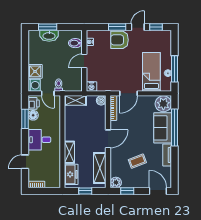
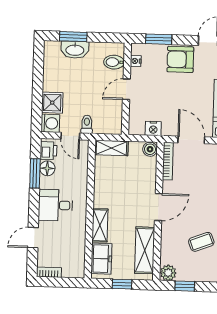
window: (117, 27) -> (159, 39), moved
nightstand: (91, 87) -> (153, 128), moved
door: (128, 93) -> (191, 140), swing flipped

